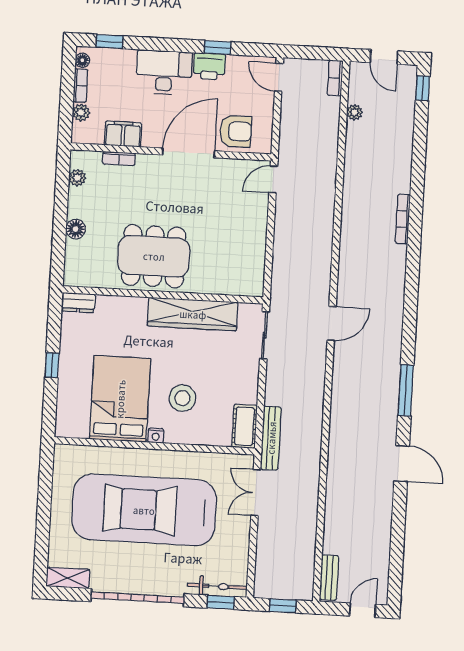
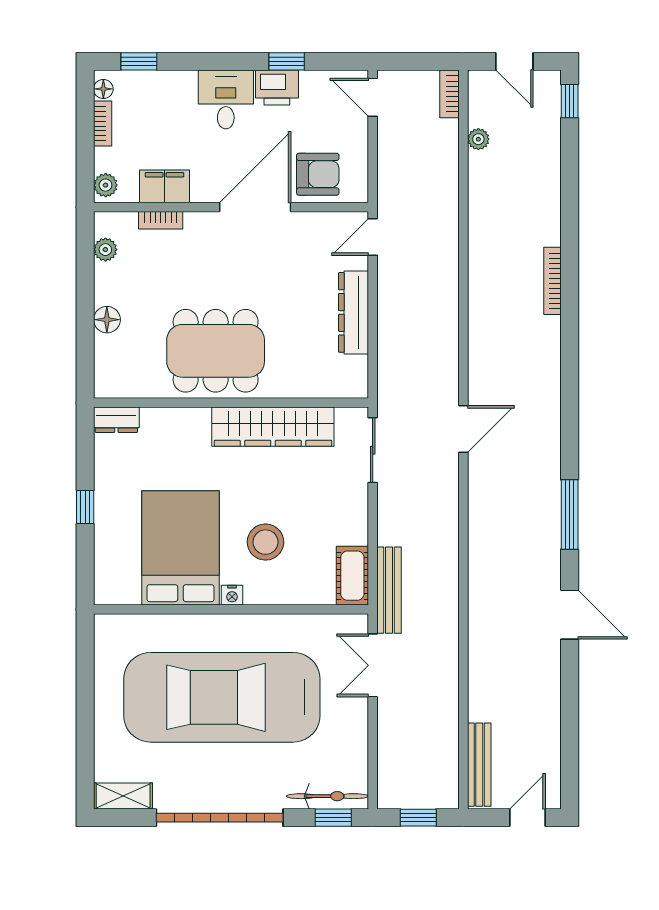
desk: (164, 72) -> (226, 99), width x0.73
plant: (81, 113) -> (106, 185), moved
dresser: (256, 234) -> (354, 312), added
bench: (329, 578) -> (479, 765), width x1.36

